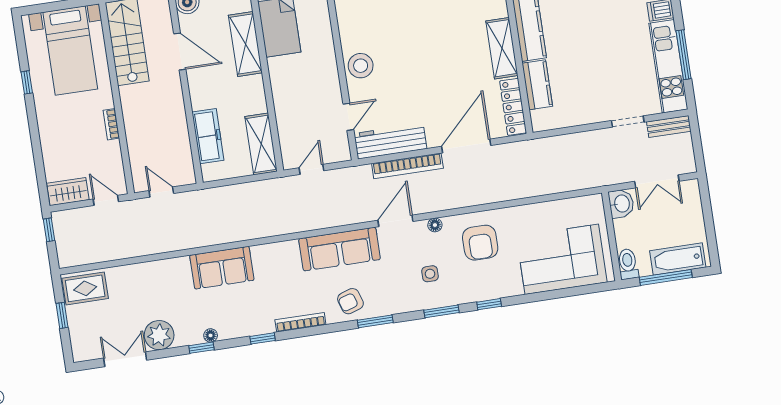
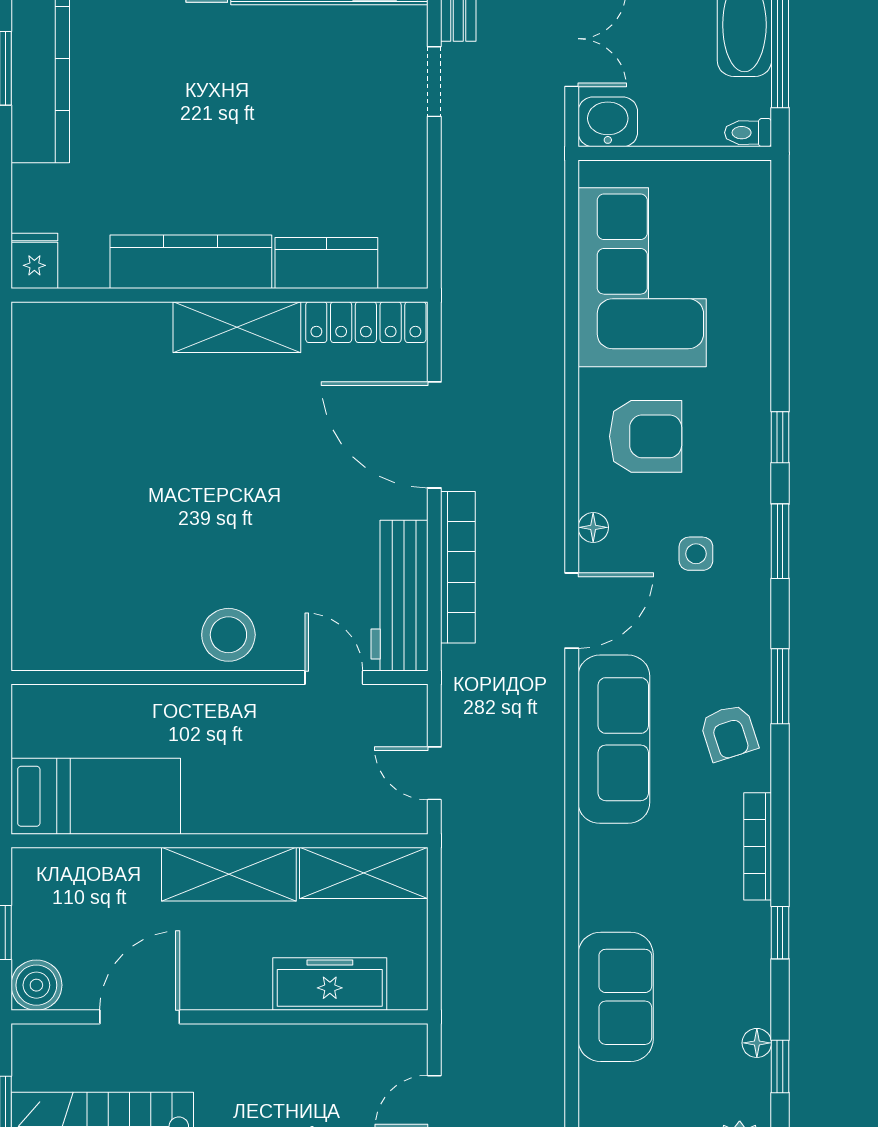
shelving: (245, 44) -> (229, 874), moved
door: (395, 221) -> (572, 611), swing flipped
corner sofa: (562, 259) -> (642, 277), moved, turned 180
toilet: (628, 264) -> (748, 133), width x0.73, depth x0.72

